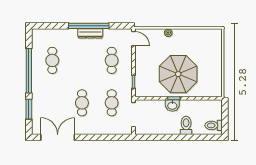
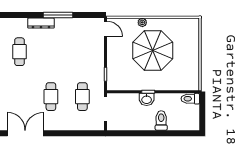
window: (89, 26) -> (58, 15), width x0.68
dresser: (90, 33) -> (41, 23), moved
cafe table: (112, 60) -> (82, 52), removed
parasol: (178, 74) -> (153, 50), moved
toilet: (214, 125) -> (190, 99), moved

